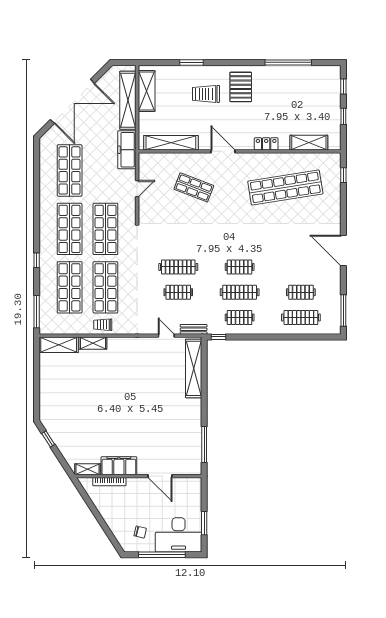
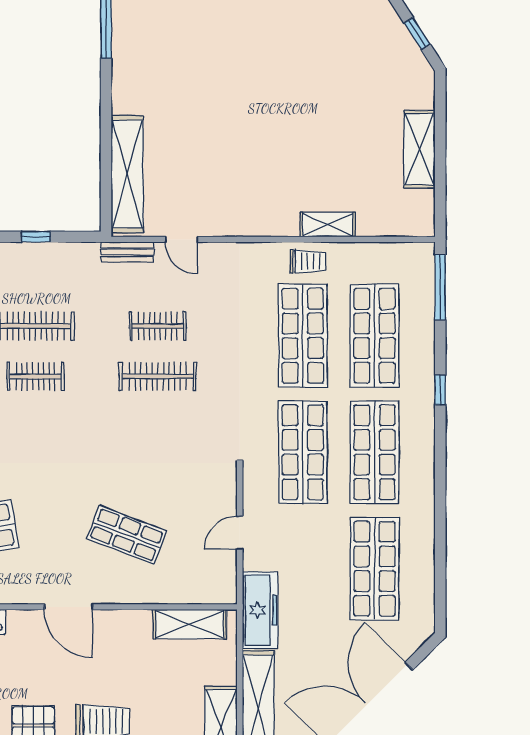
shelving: (171, 143) -> (190, 624), width x0.68
clothes rail: (240, 317) -> (35, 276), removed
window: (218, 337) -> (36, 237), moved
shelving: (59, 345) -> (419, 149), moved, turned 90

